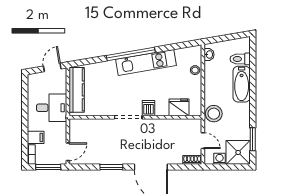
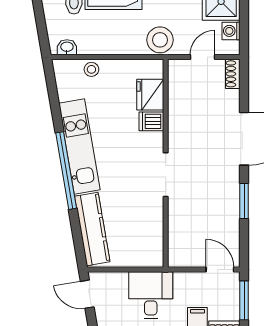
kitchen counter: (77, 90) -> (92, 229), moved, turned 80
dishwasher: (149, 108) -> (151, 121), moved

